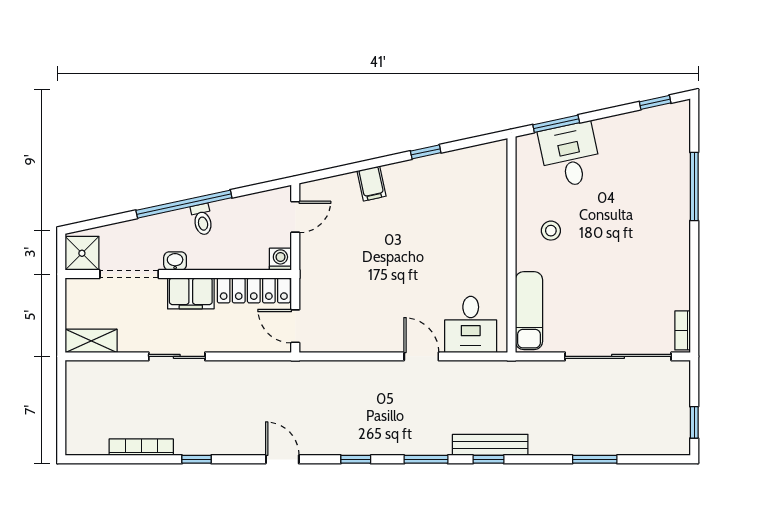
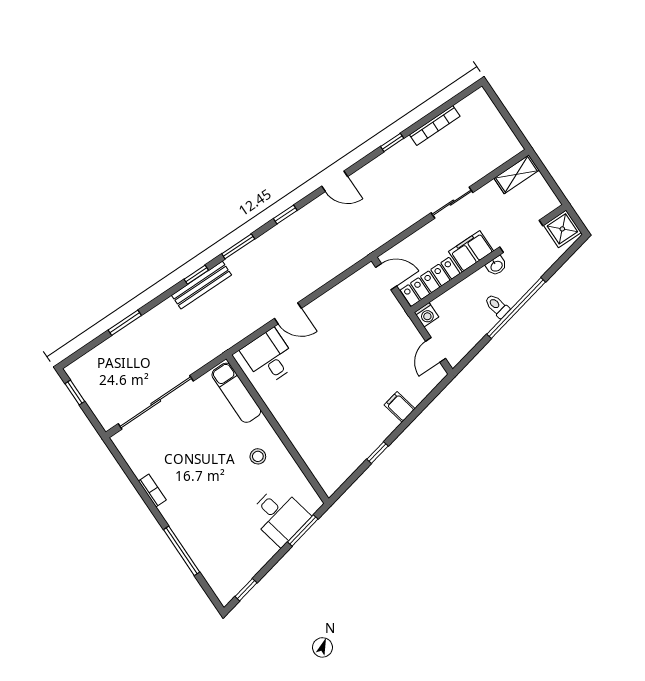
bookcase: (683, 330) -> (152, 491), moved

